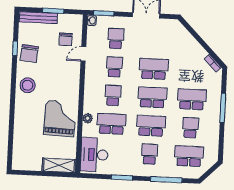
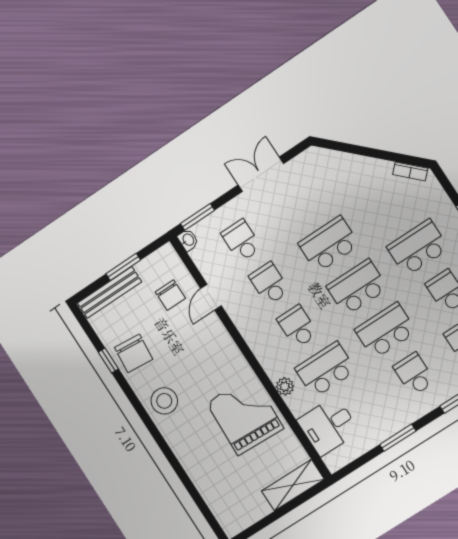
desk: (94, 155) -> (328, 426), width x0.73

